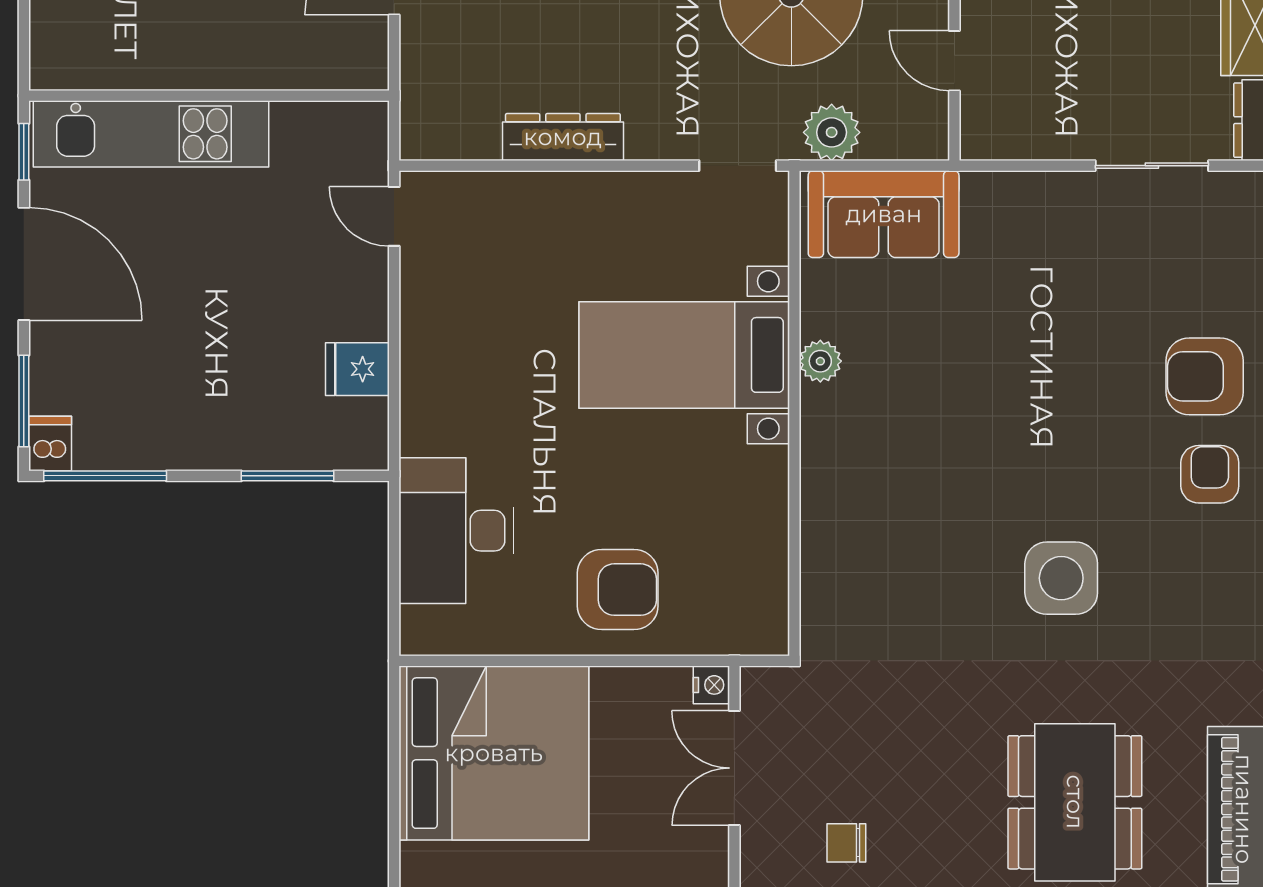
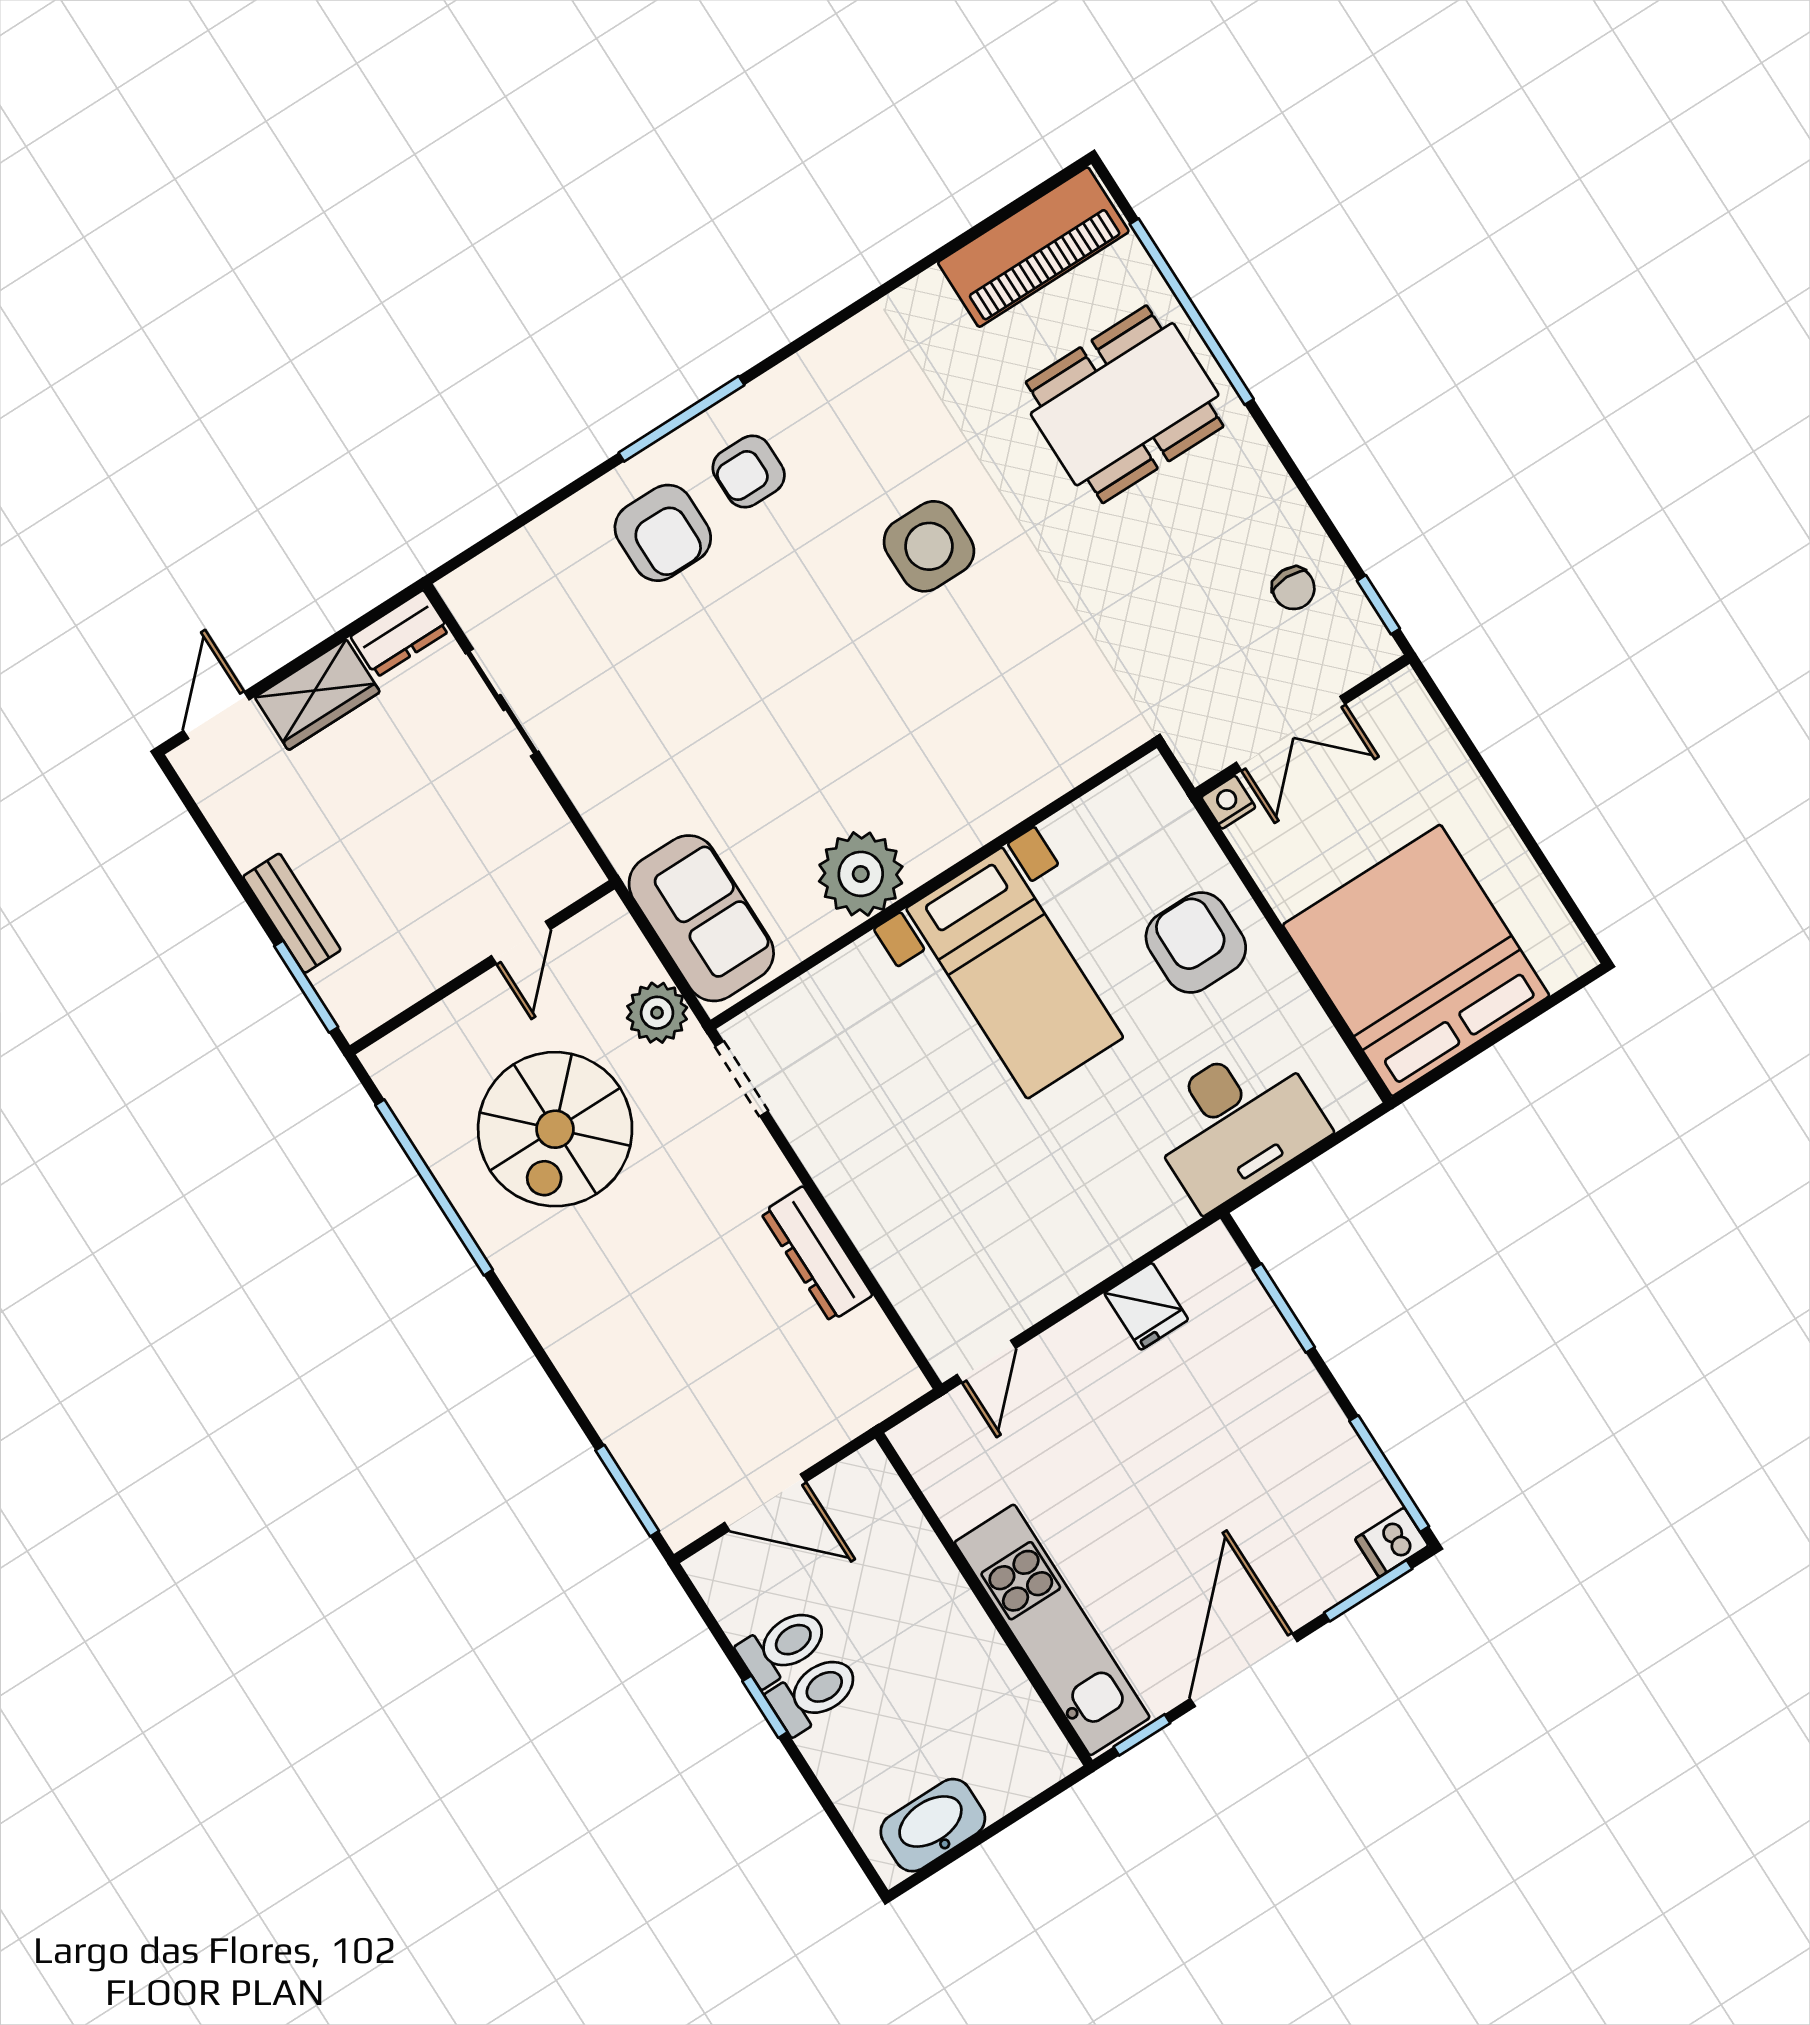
bed with nightstands: (684, 355) -> (1015, 973), moved
plant: (820, 361) -> (861, 874), width x1.87, depth x1.87

